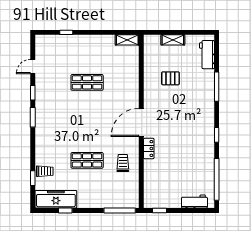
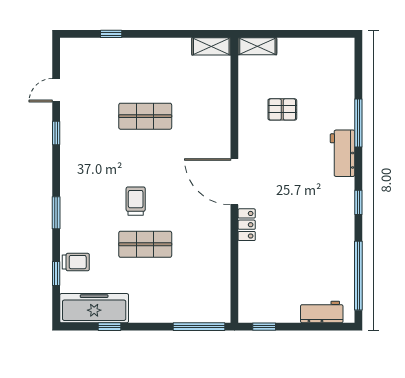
shelving: (173, 40) -> (257, 46), moved
workbench: (207, 55) -> (342, 153), moved
window: (33, 117) -> (56, 213), moved
door: (141, 122) -> (234, 182), hinge flipped
trolley: (123, 163) -> (136, 201), moved

